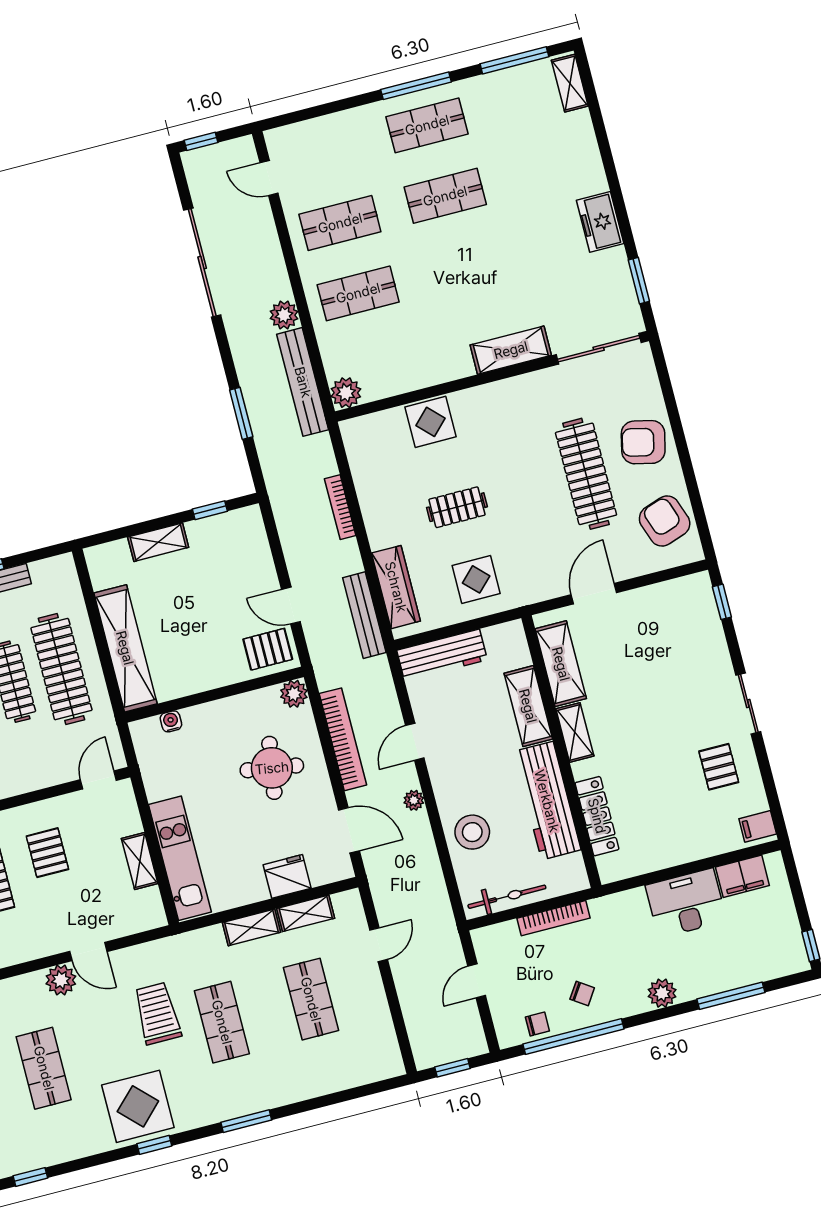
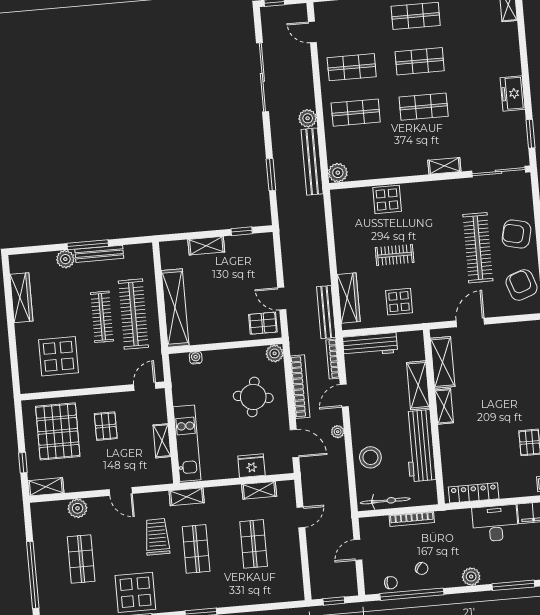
shop shelf: (463, 266) -> (424, 107), added
shelving: (511, 350) -> (444, 166), width x0.67, depth x0.75
bookcase: (340, 507) -> (333, 359), moved
locker: (597, 816) -> (474, 493), moved, turned -90
shelving: (252, 927) -> (187, 497), moved
plant: (61, 980) -> (78, 508), moved

